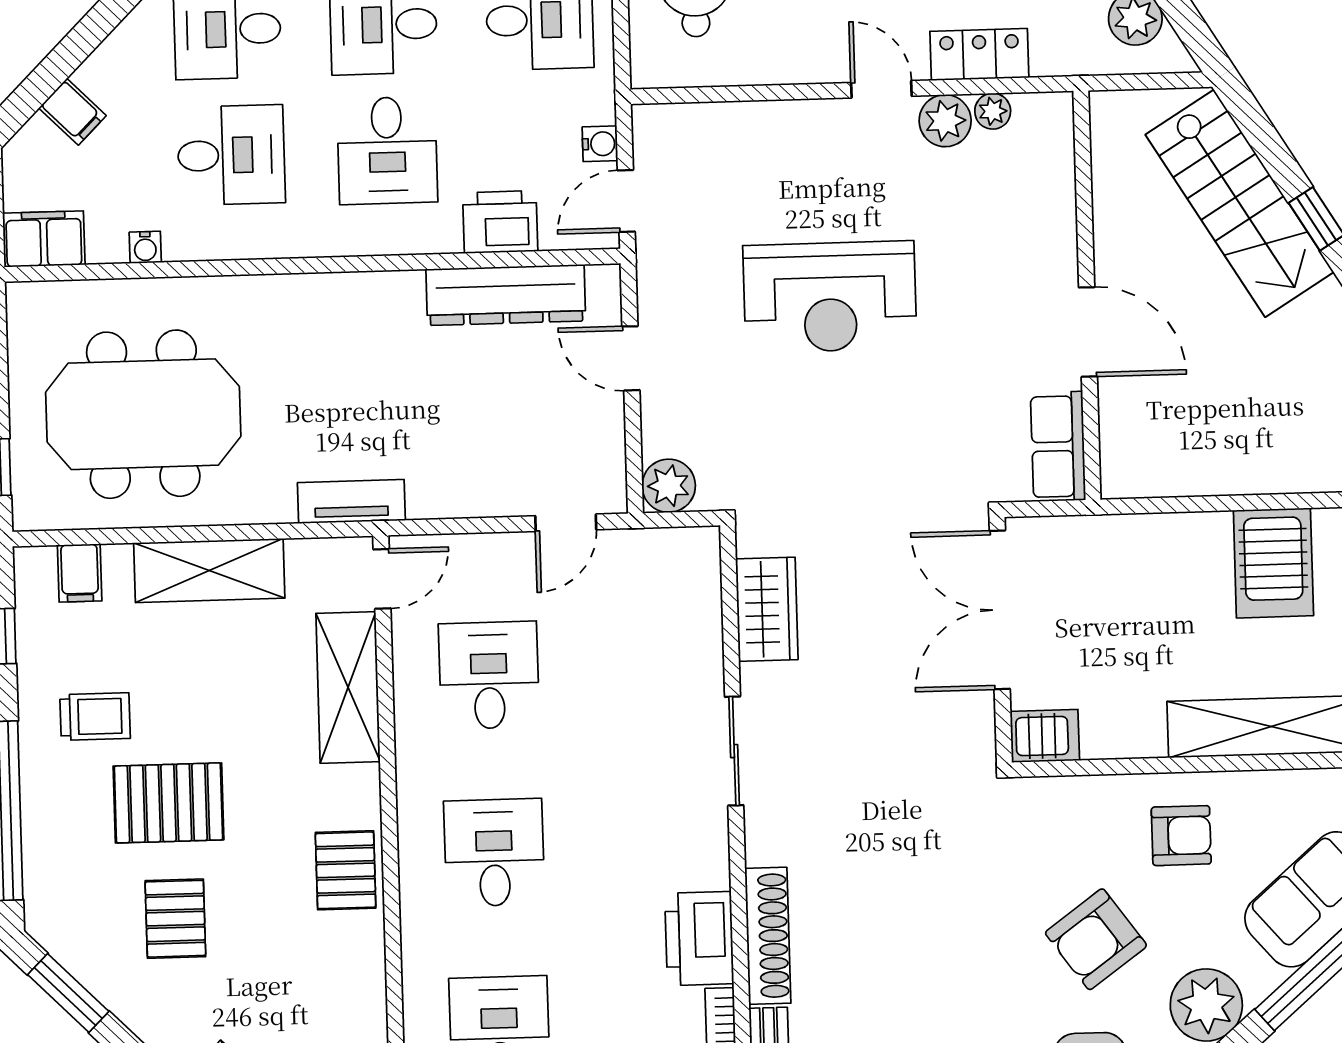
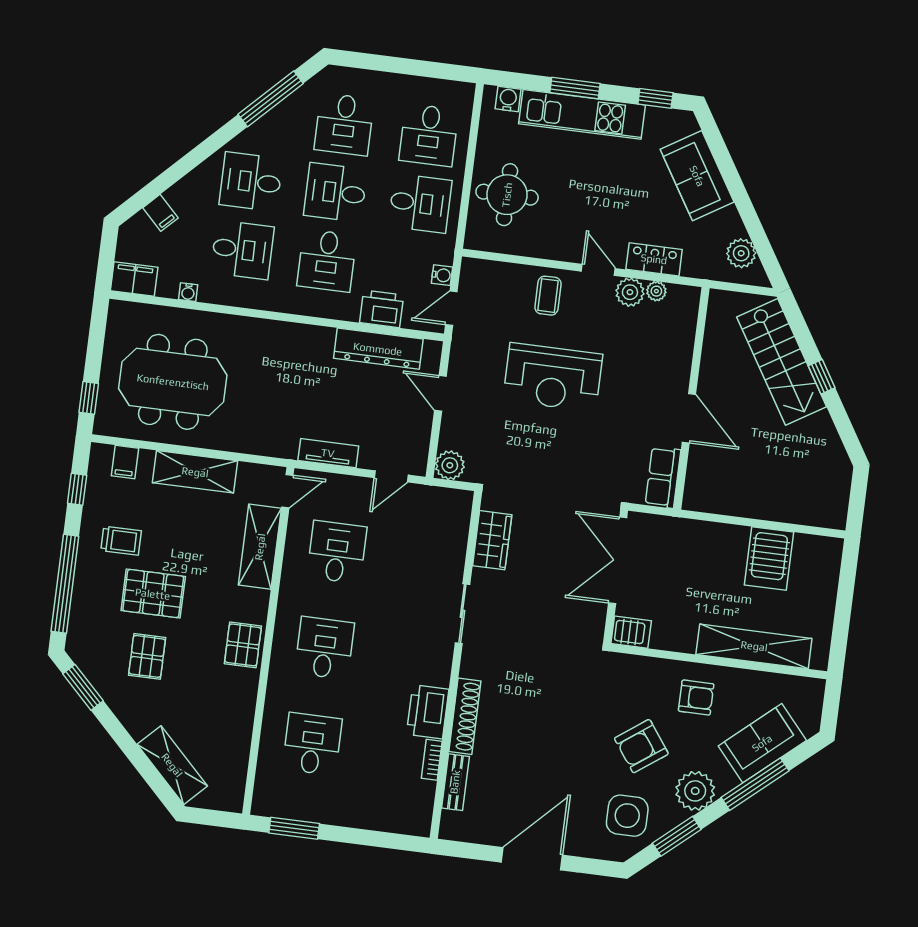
coffee table: (798, 150) -> (548, 296), added
tv unit: (351, 501) -> (328, 453), moved

